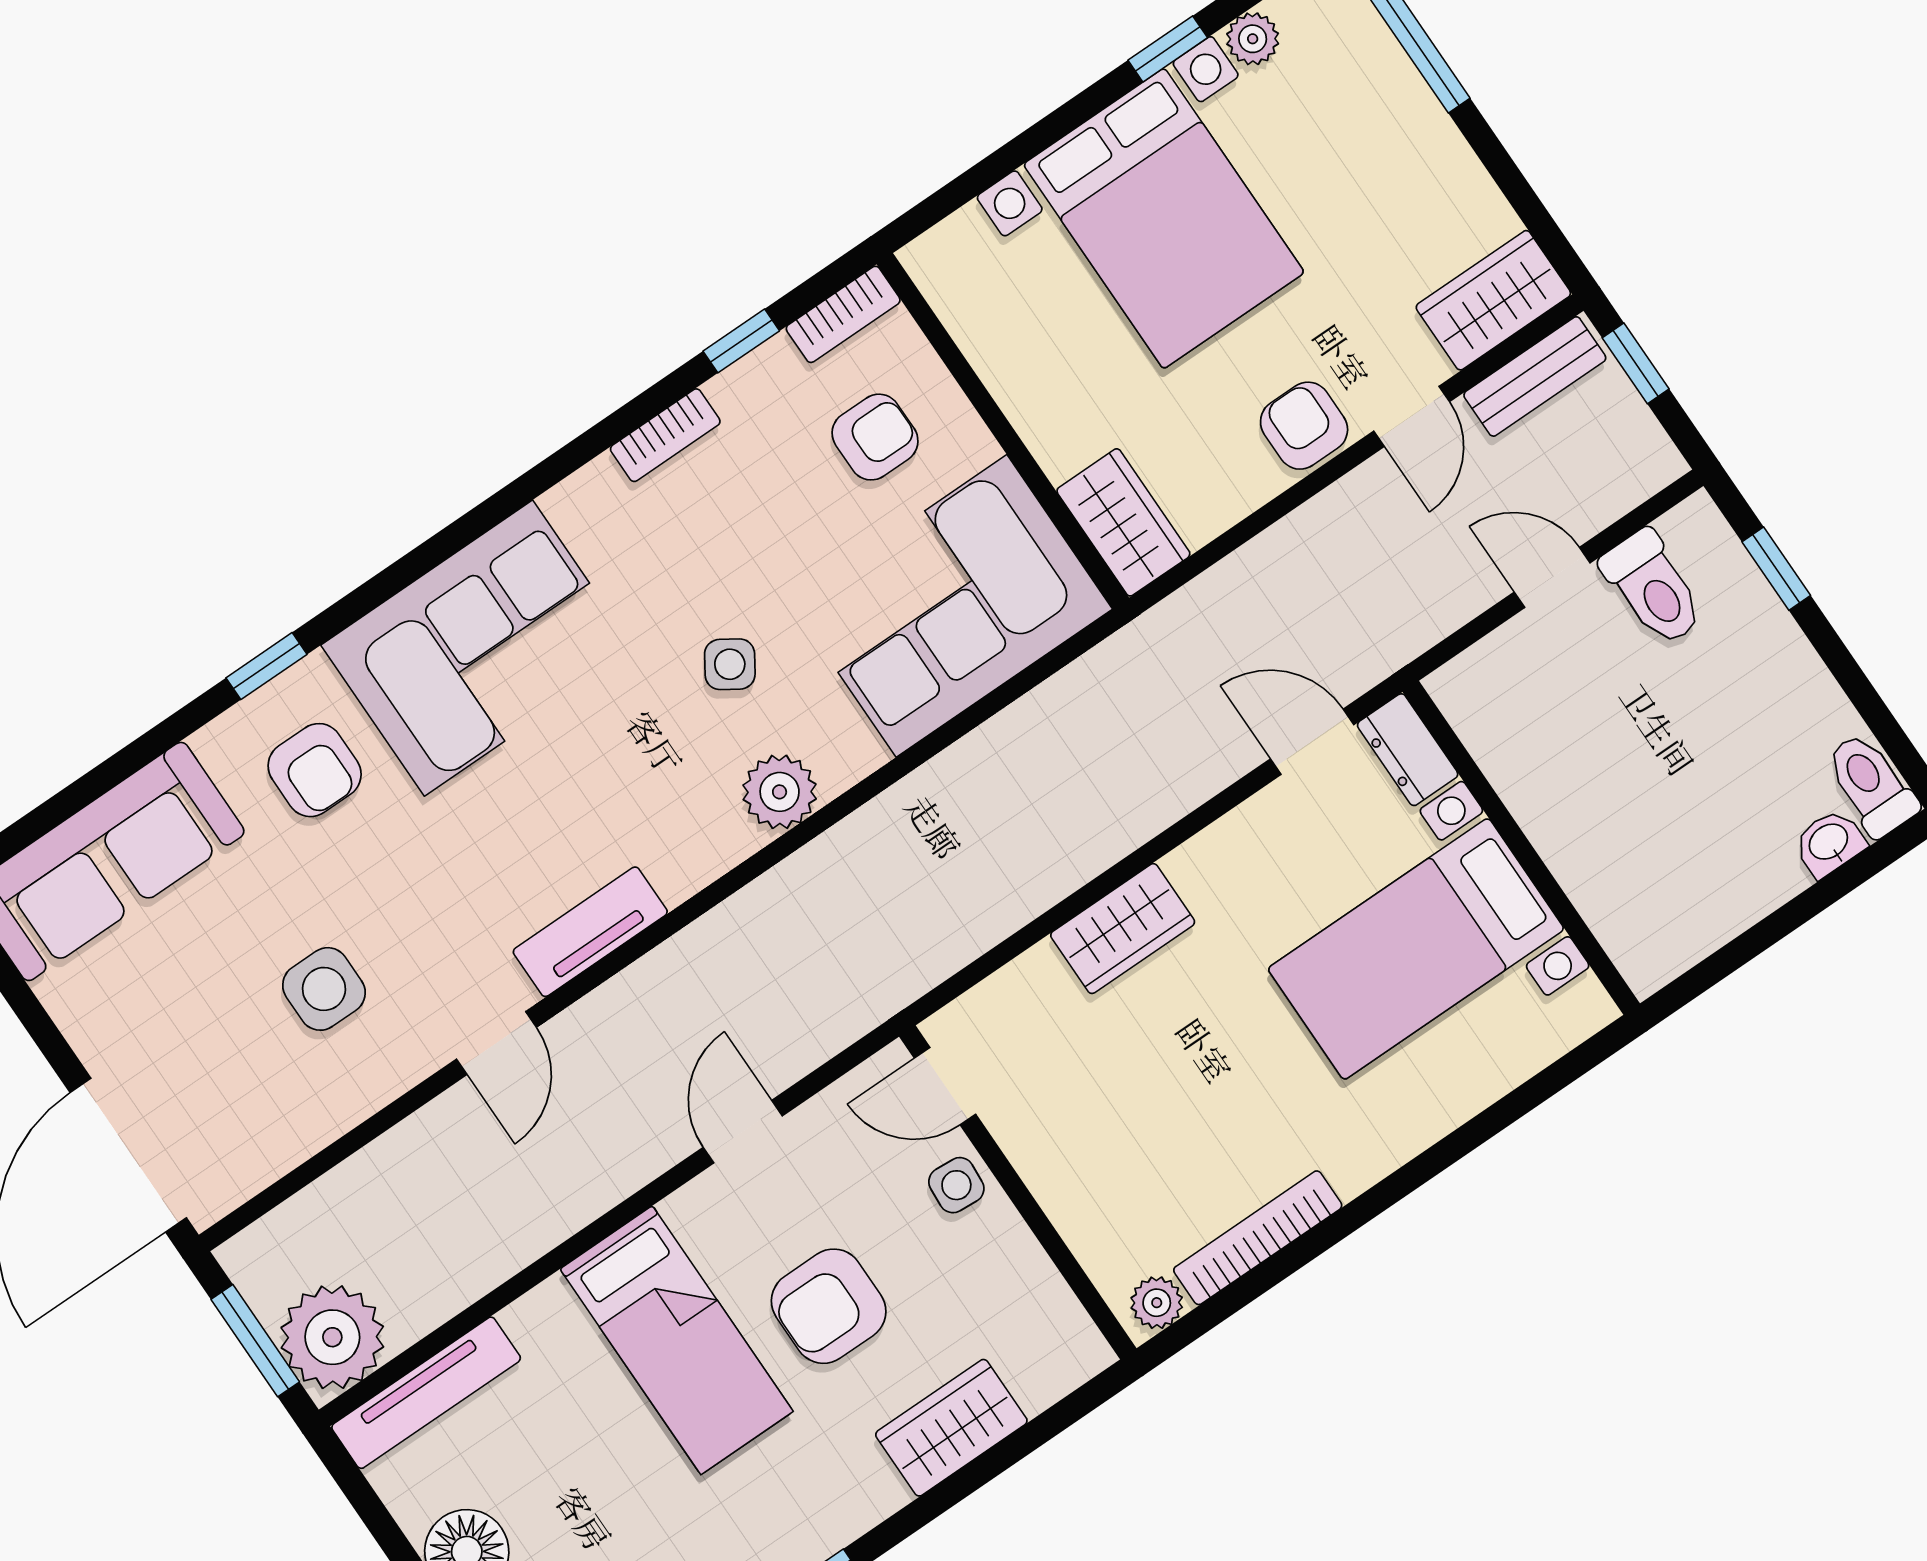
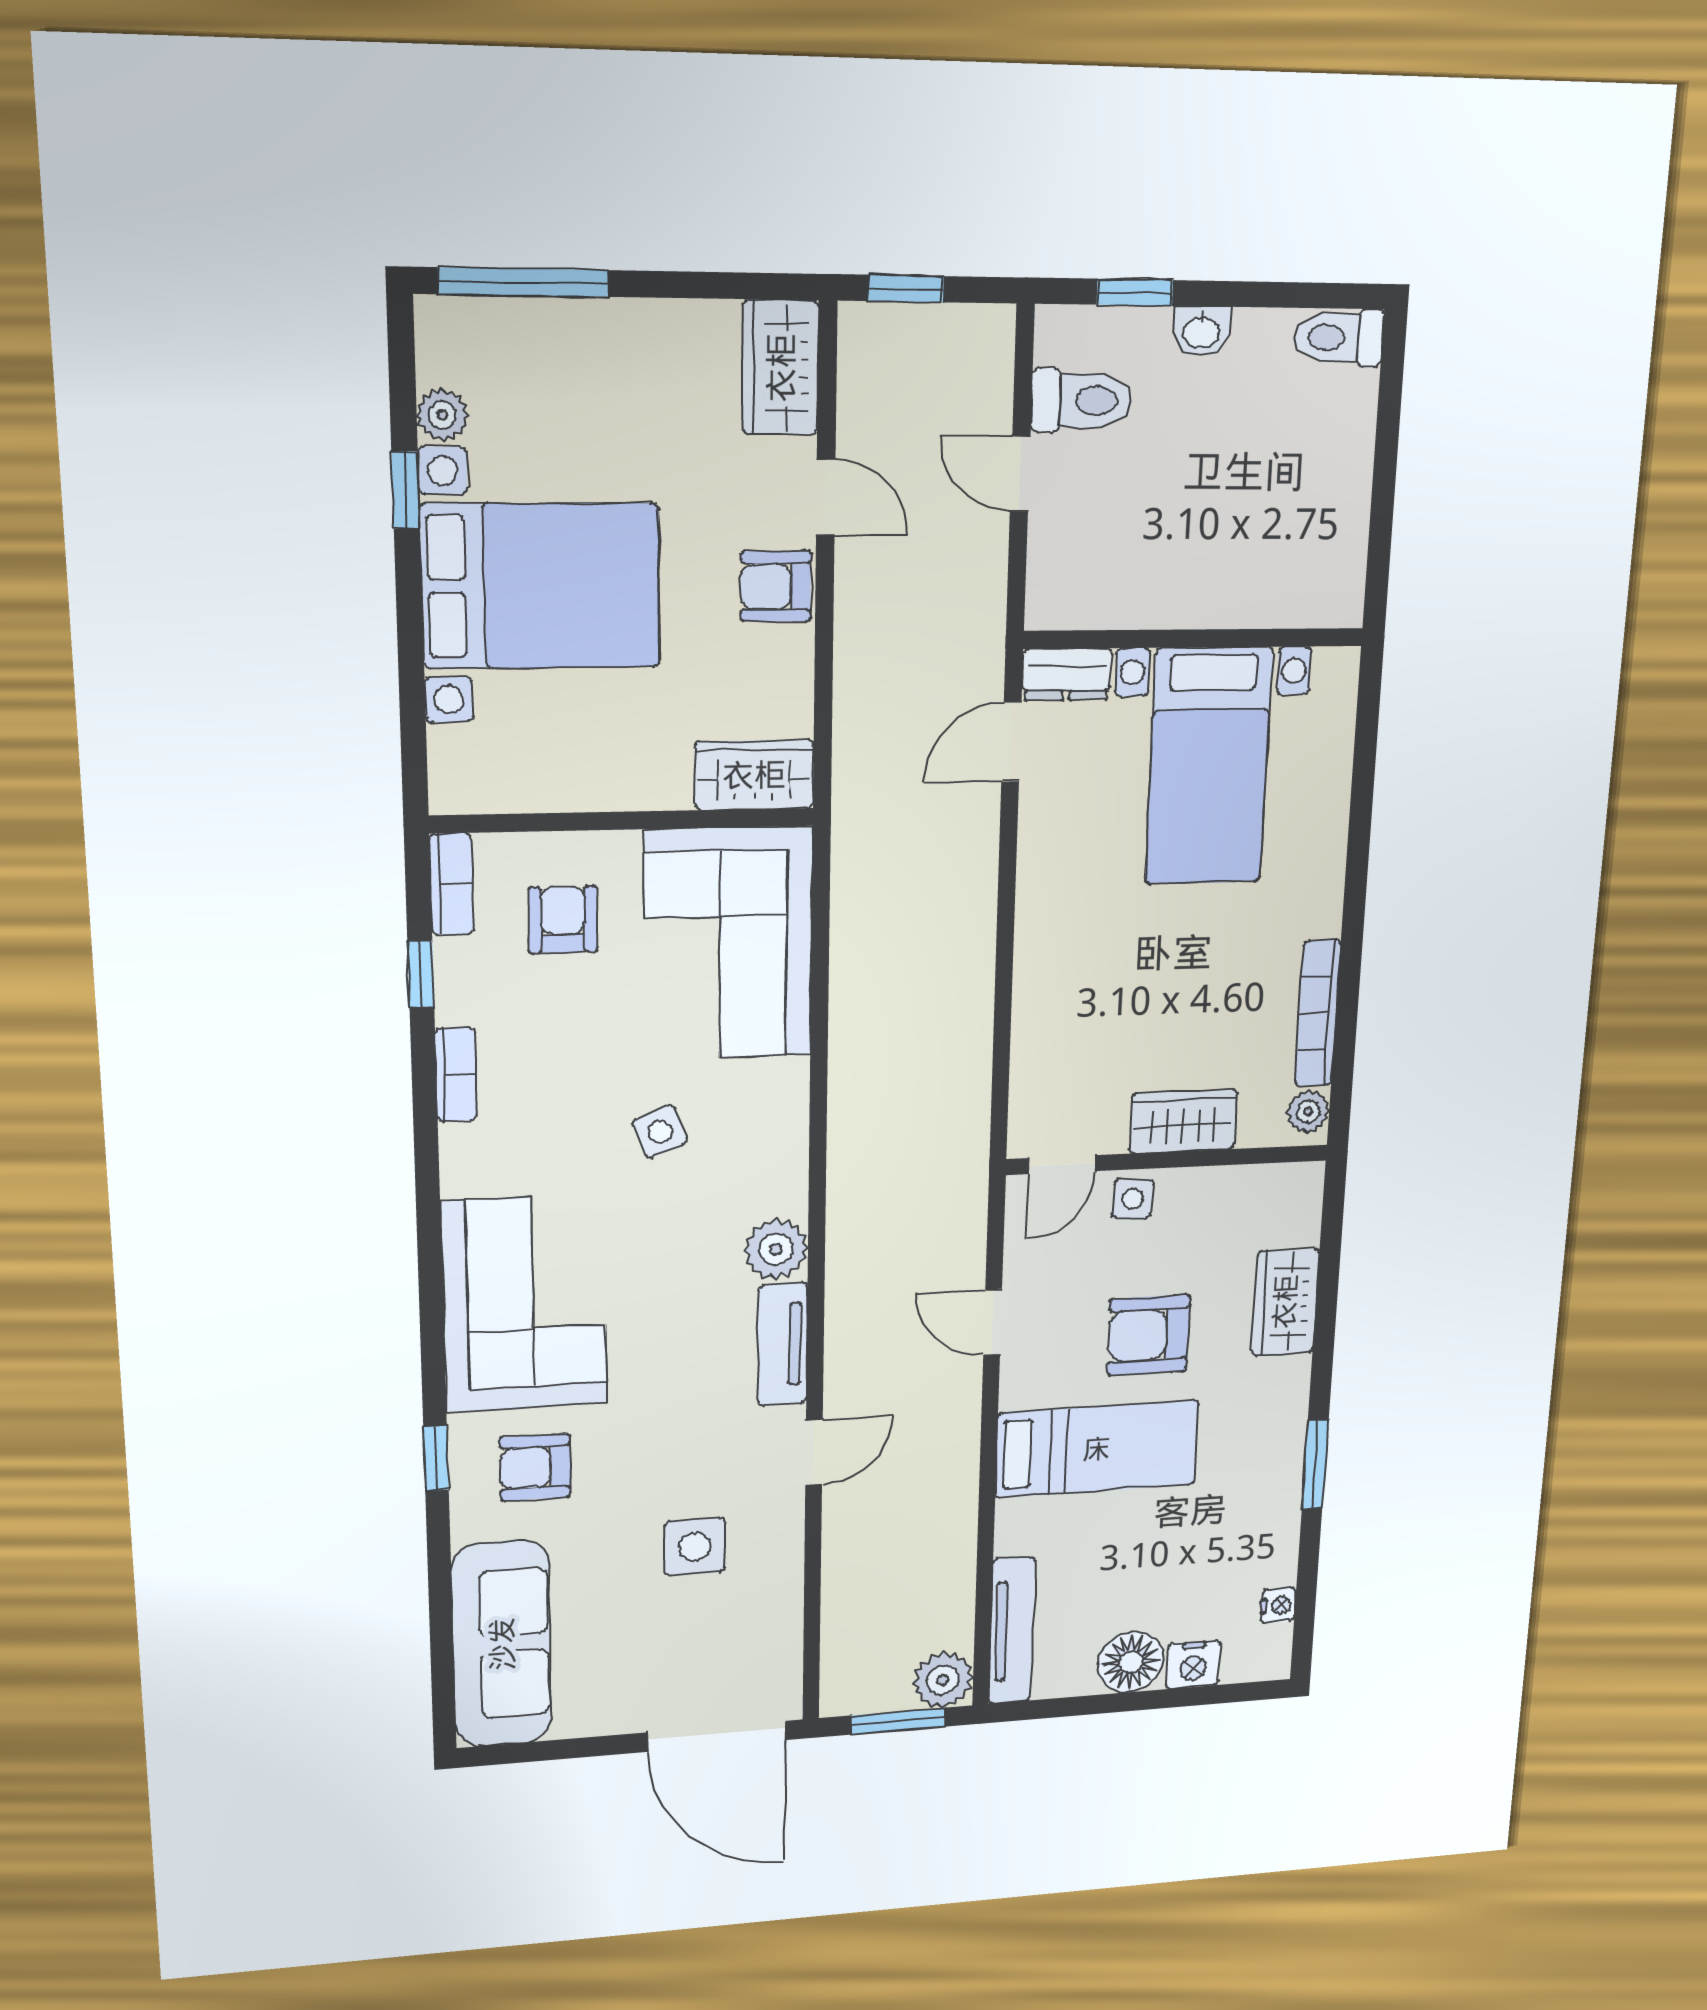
bench: (1535, 376) -> (861, 377), removed
door: (1552, 577) -> (1020, 474), hinge flipped
side table: (730, 664) -> (660, 1132), turned 36
armchair: (315, 770) -> (535, 1467), turned 180
plant: (780, 792) -> (776, 1249), moved
washbasin: (1829, 843) -> (1201, 331), moved, turned -90
wardrobe: (1123, 929) -> (1183, 1121), moved, turned -90
door: (496, 1043) -> (814, 1453), hinge flipped
armchair: (829, 1306) -> (1149, 1335), turned 90
plant: (332, 1337) -> (943, 1680), width x0.73, depth x0.73

